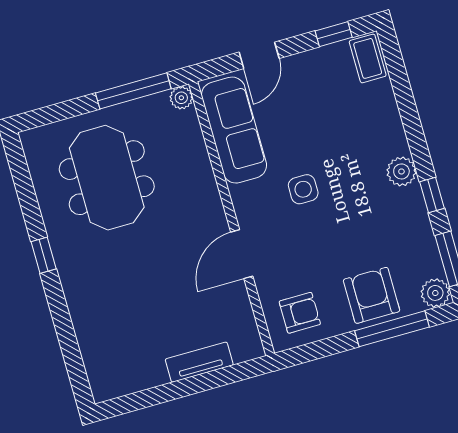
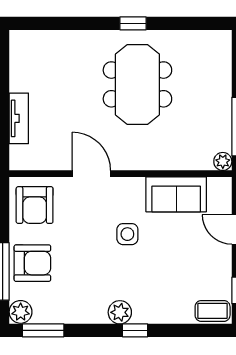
sofa: (234, 130) -> (176, 194), width x0.73
meeting table: (107, 178) -> (137, 84), moved, turned 90
window: (432, 195) -> (135, 330), moved
armchair: (300, 313) -> (35, 205), width x1.38, depth x1.38

